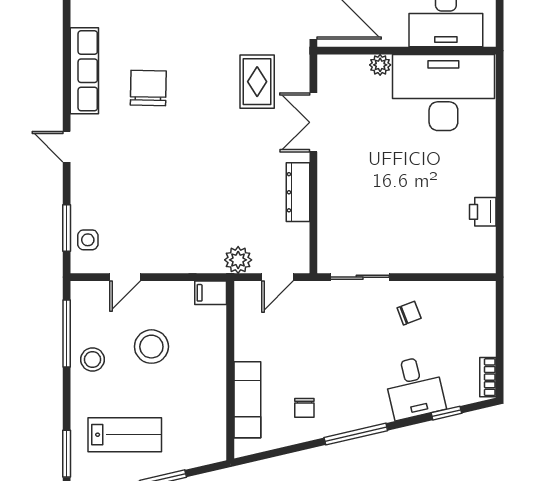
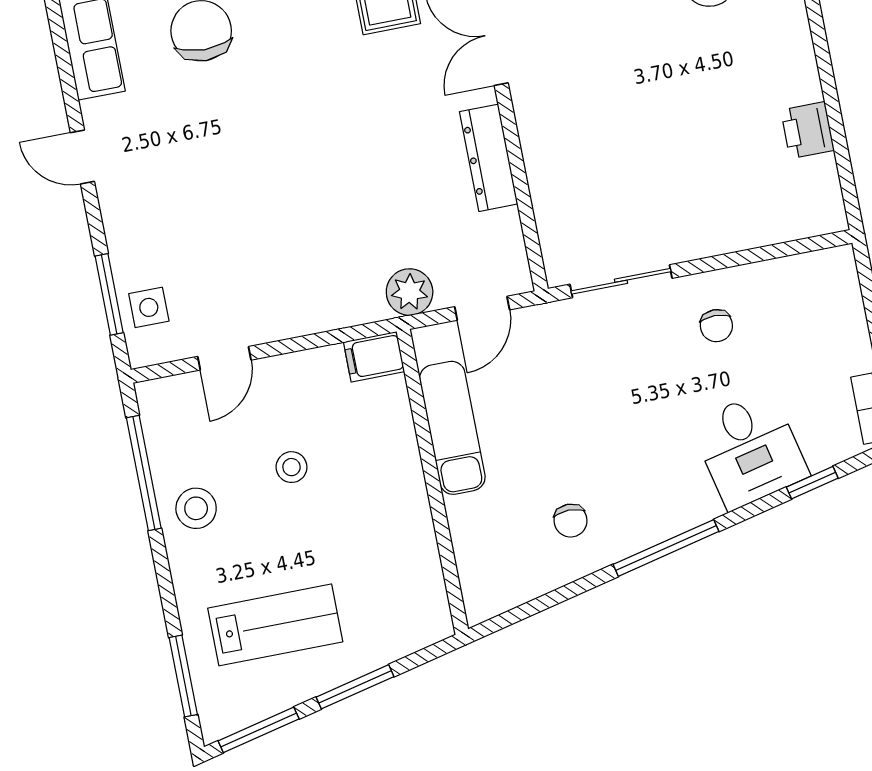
chair: (409, 313) -> (716, 326), turned 111
stool: (151, 347) -> (292, 467), width x0.53, depth x0.53
exam couch: (247, 400) -> (452, 428), moved

